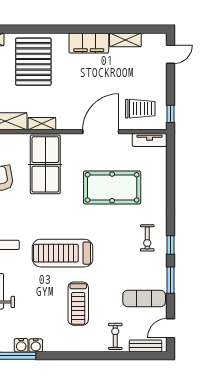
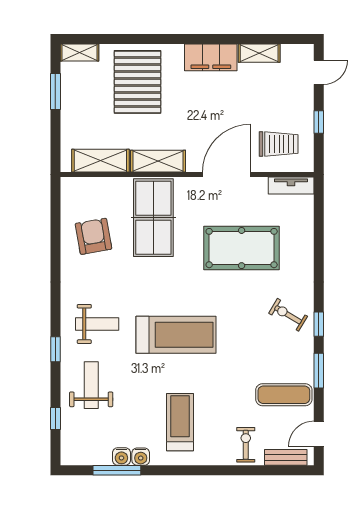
window: (170, 114) -> (319, 122), moved
shelving: (42, 124) -> (158, 161), width x1.50, depth x1.33
exercise bike: (147, 238) -> (288, 315), turned 121
treadmill: (63, 253) -> (176, 335), turned 180
treadmill: (78, 304) -> (180, 422), moved, turned 180

